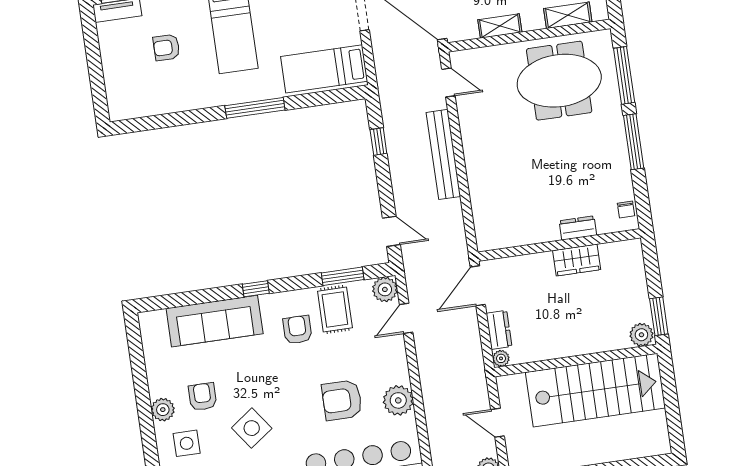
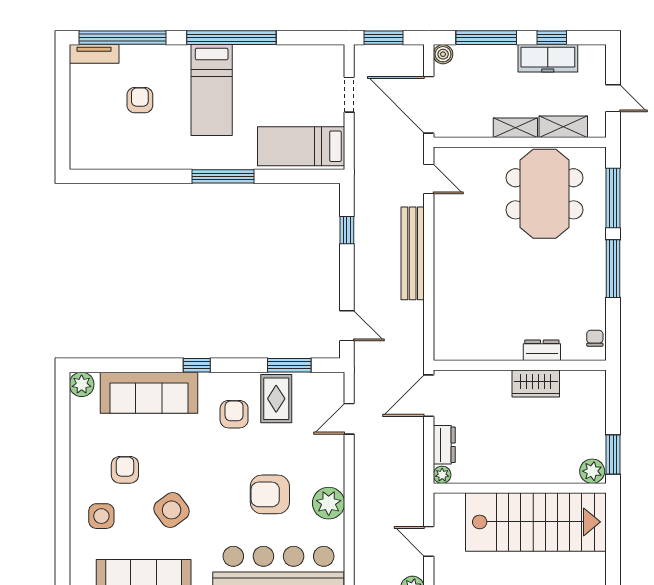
shelving: (500, 26) -> (515, 128), moved
armchair: (166, 47) -> (140, 100), turned 90
meeting table: (559, 81) -> (544, 194), turned 90
chair: (626, 210) -> (595, 338), turned 180
plant: (385, 289) -> (331, 385), removed
plant: (163, 410) -> (82, 384), moved

